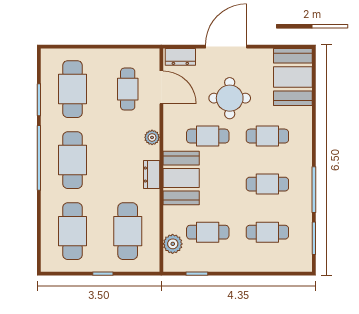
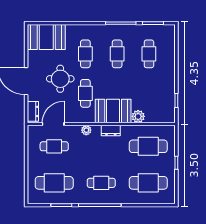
cafe table: (72, 160) -> (101, 183), width x0.73, depth x0.74
cafe table: (208, 232) -> (149, 93), removed
plant: (173, 244) -> (138, 116), moved

